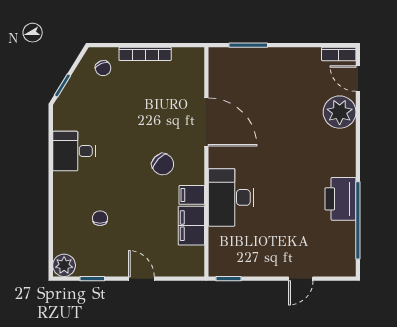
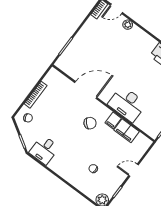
plant: (340, 112) -> (128, 25), width x0.53, depth x0.53
desk: (74, 151) -> (44, 150), moved

